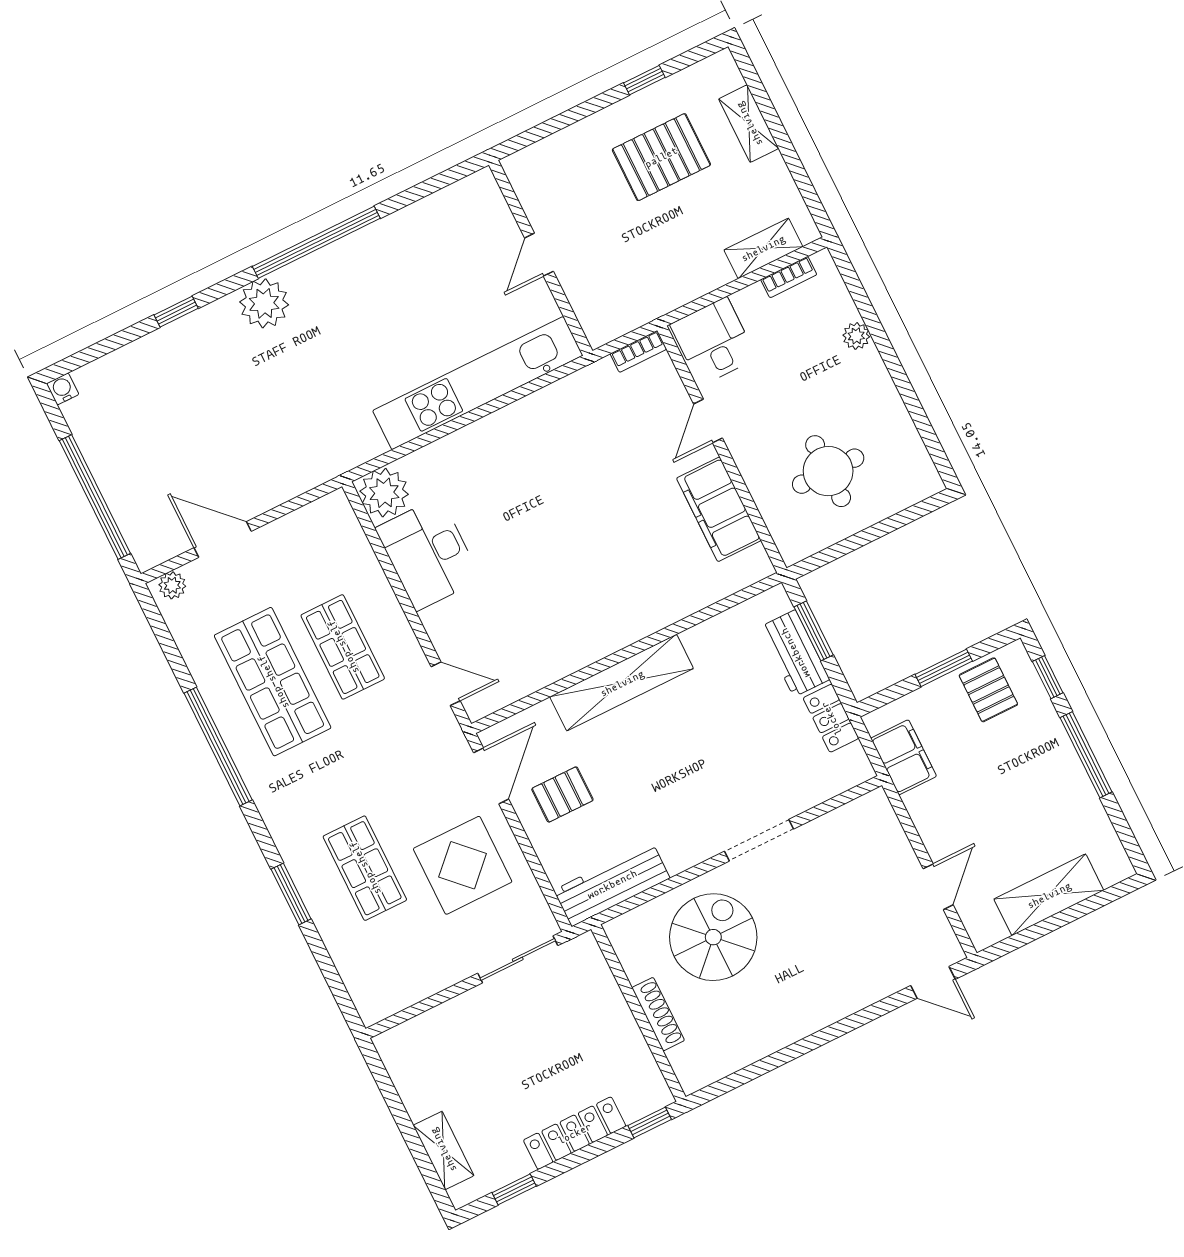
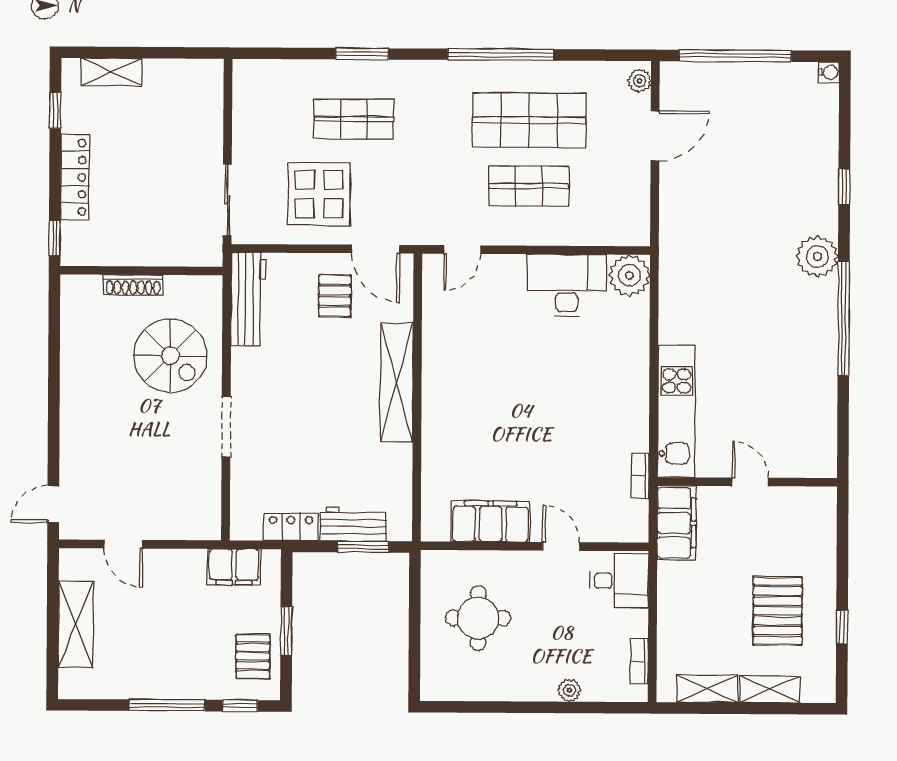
shelving: (763, 248) -> (707, 689), moved, turned 90
filing cabinet: (622, 311) -> (677, 523), added
bookcase: (638, 351) -> (640, 476), moved
kitchen unit: (478, 383) -> (676, 411), width x0.73
pallet: (988, 690) -> (253, 656), turned 90

